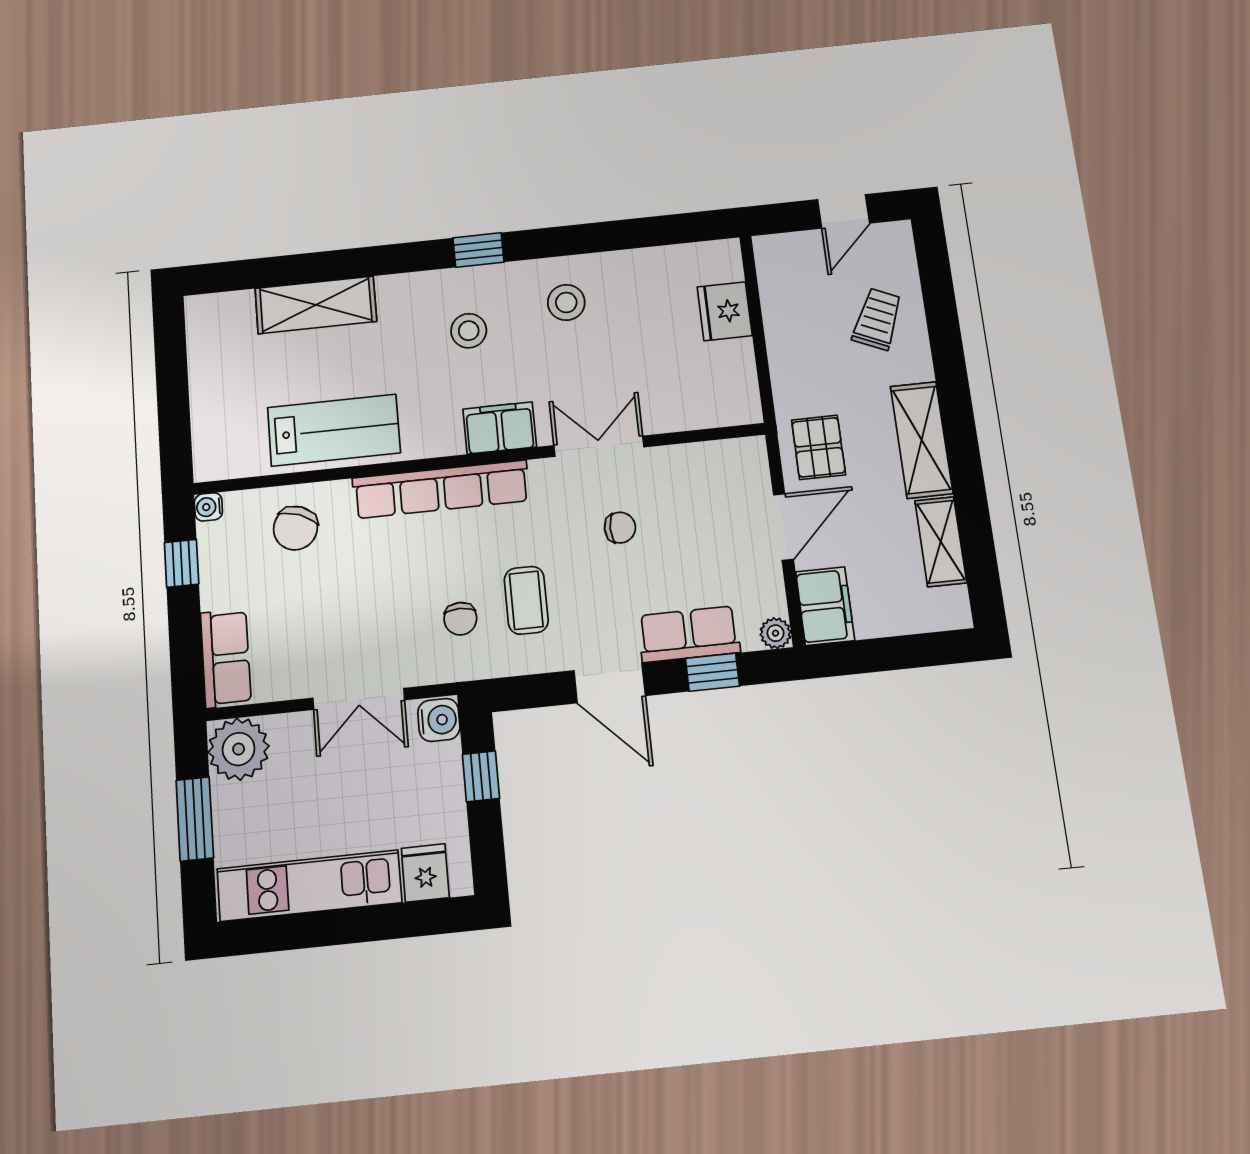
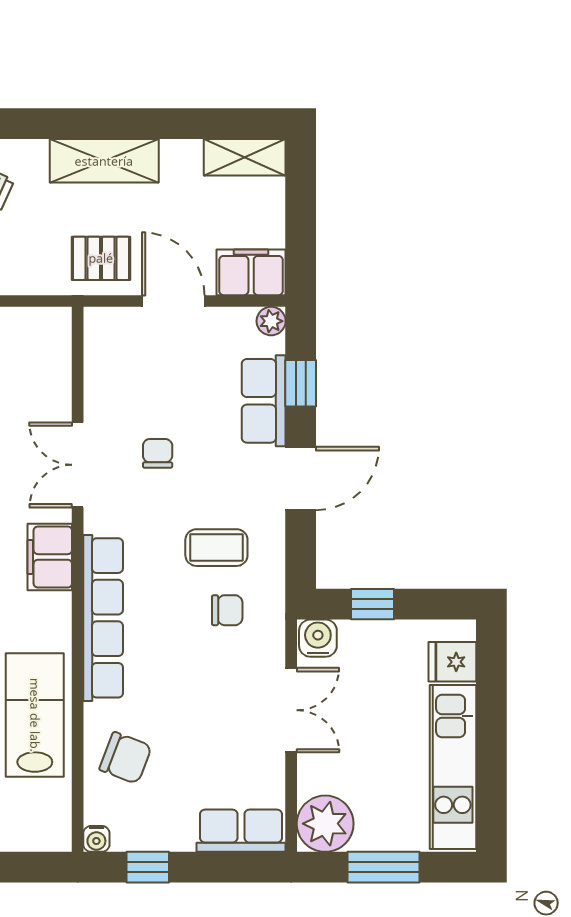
shelving: (941, 542) -> (245, 157), moved

